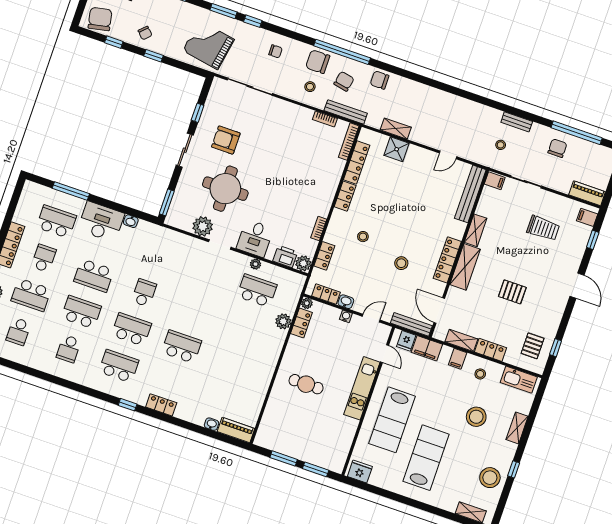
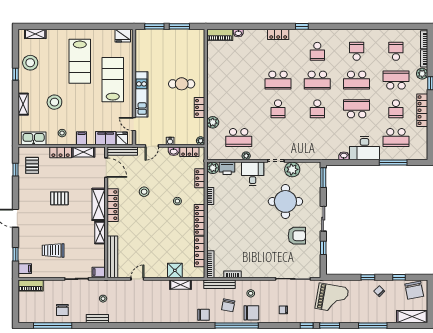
locker: (345, 196) -> (200, 220), width x1.53
school desk: (194, 310) -> (278, 109), added
locker: (301, 323) -> (200, 107), moved
school desk: (119, 366) -> (317, 51), width x0.54

